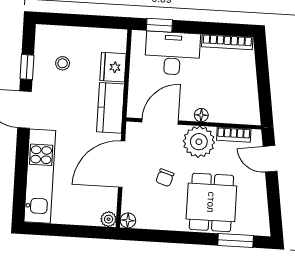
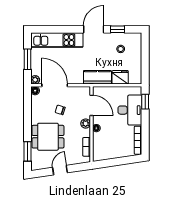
plant: (199, 142) -> (86, 124), width x0.53, depth x0.53
door: (270, 159) -> (60, 170), moved
door: (122, 164) -> (55, 85), moved
window: (71, 231) -> (27, 59), added

